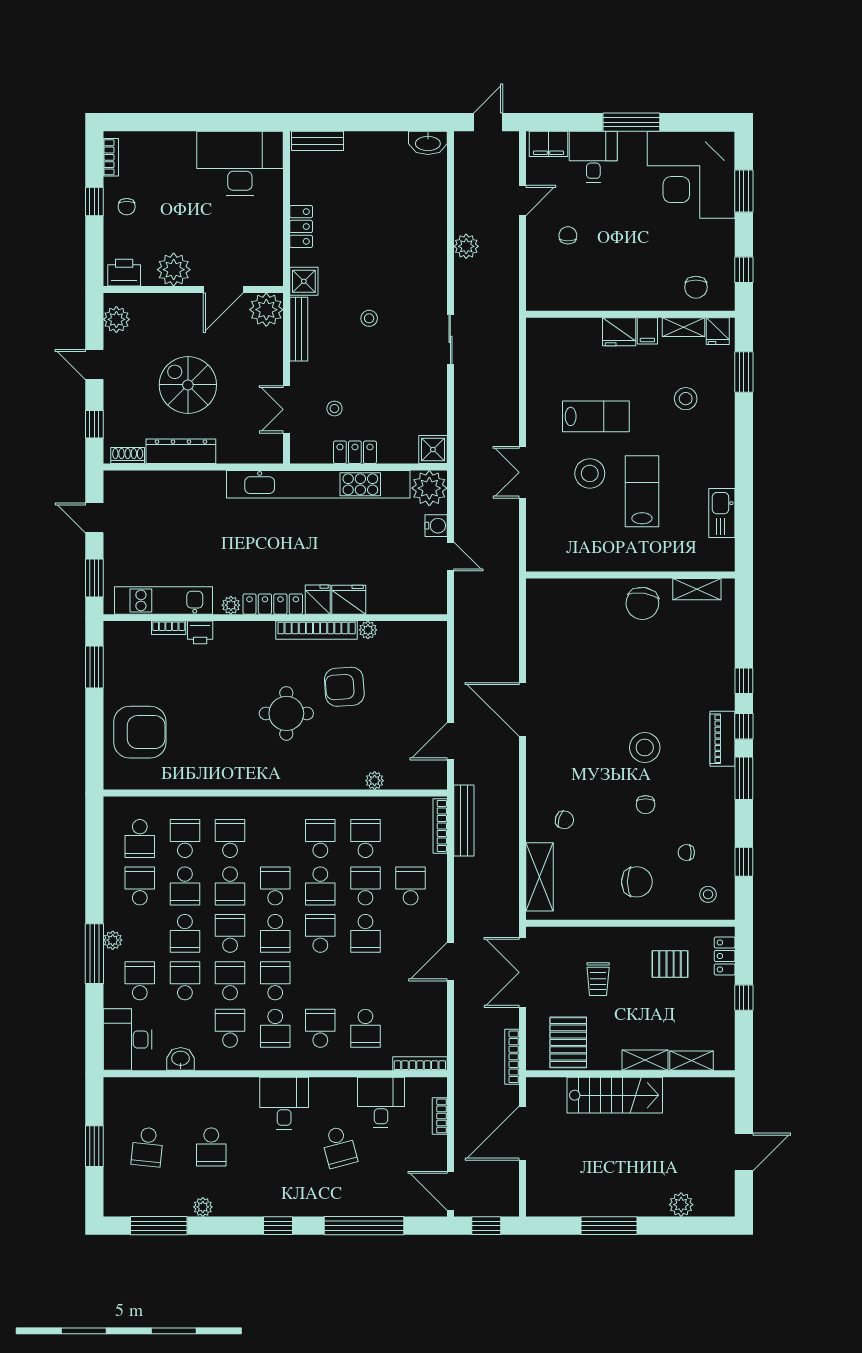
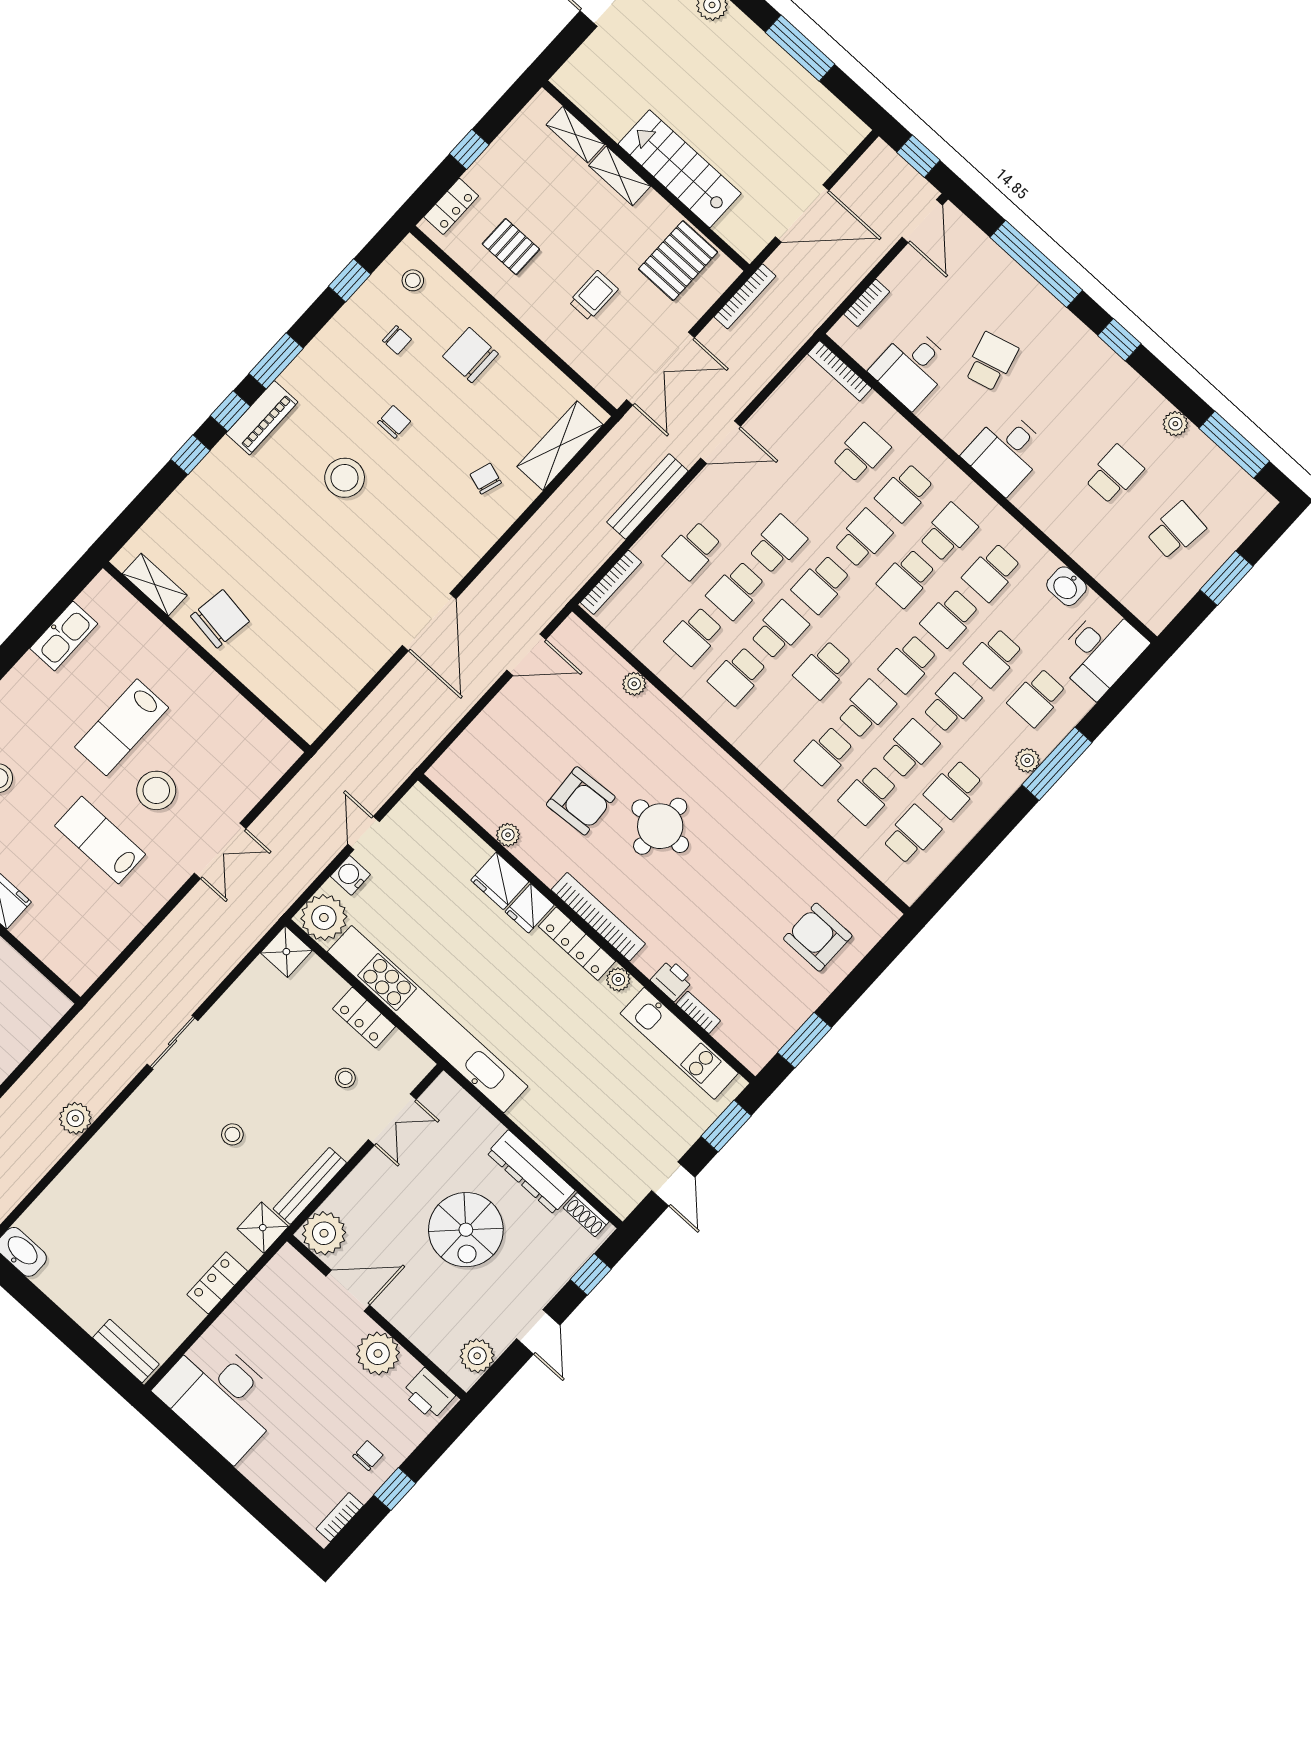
bookcase: (317, 630) -> (598, 917), moved
armchair: (140, 732) -> (818, 937), width x0.73, depth x0.73
bench: (464, 821) -> (647, 496), moved
school desk: (275, 933) -> (863, 538), moved

